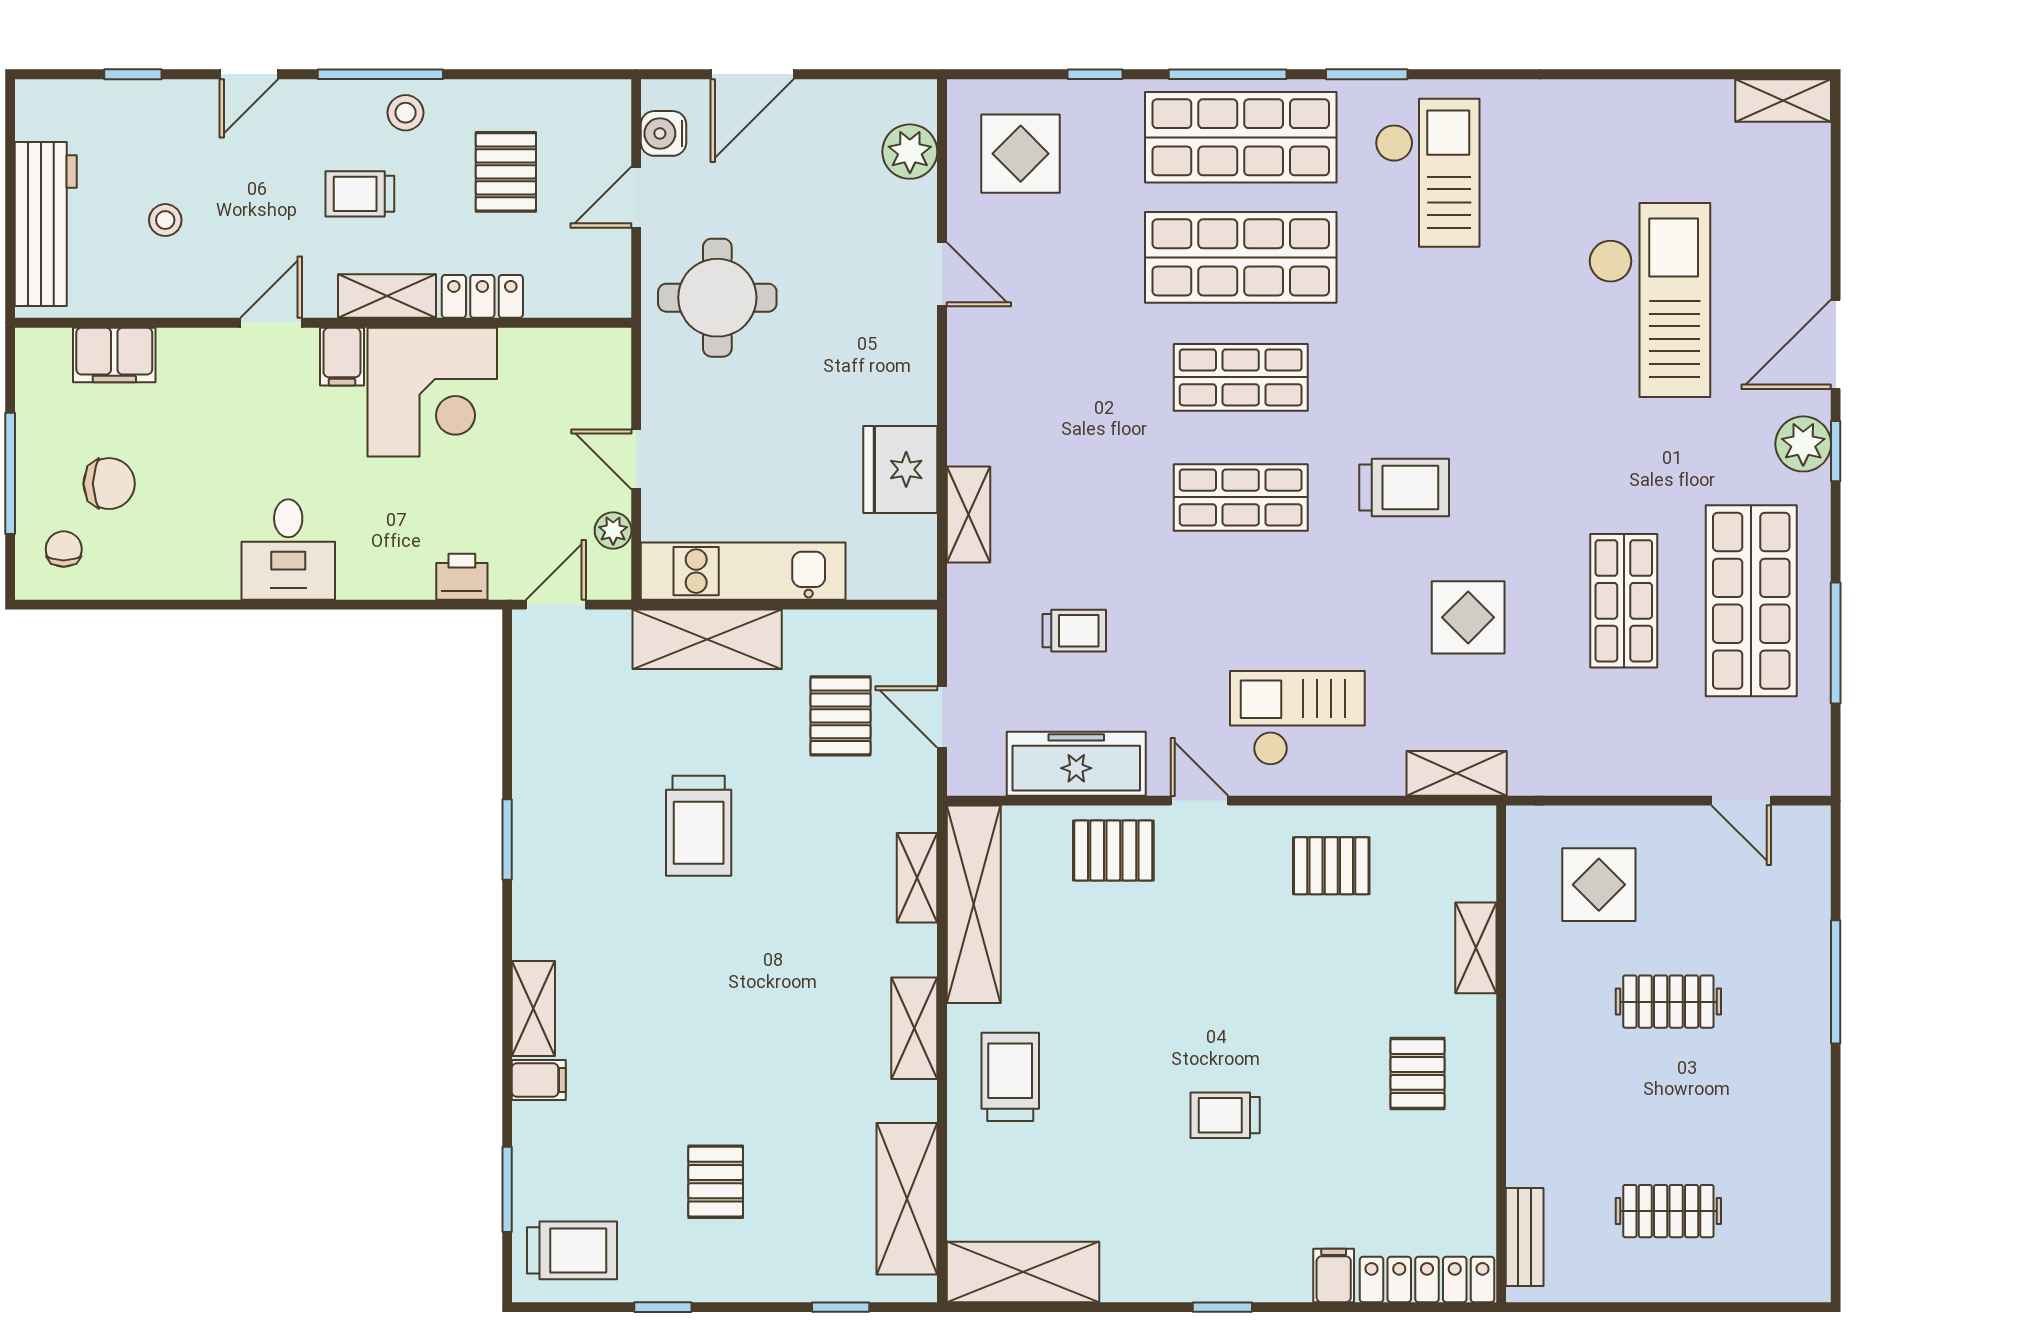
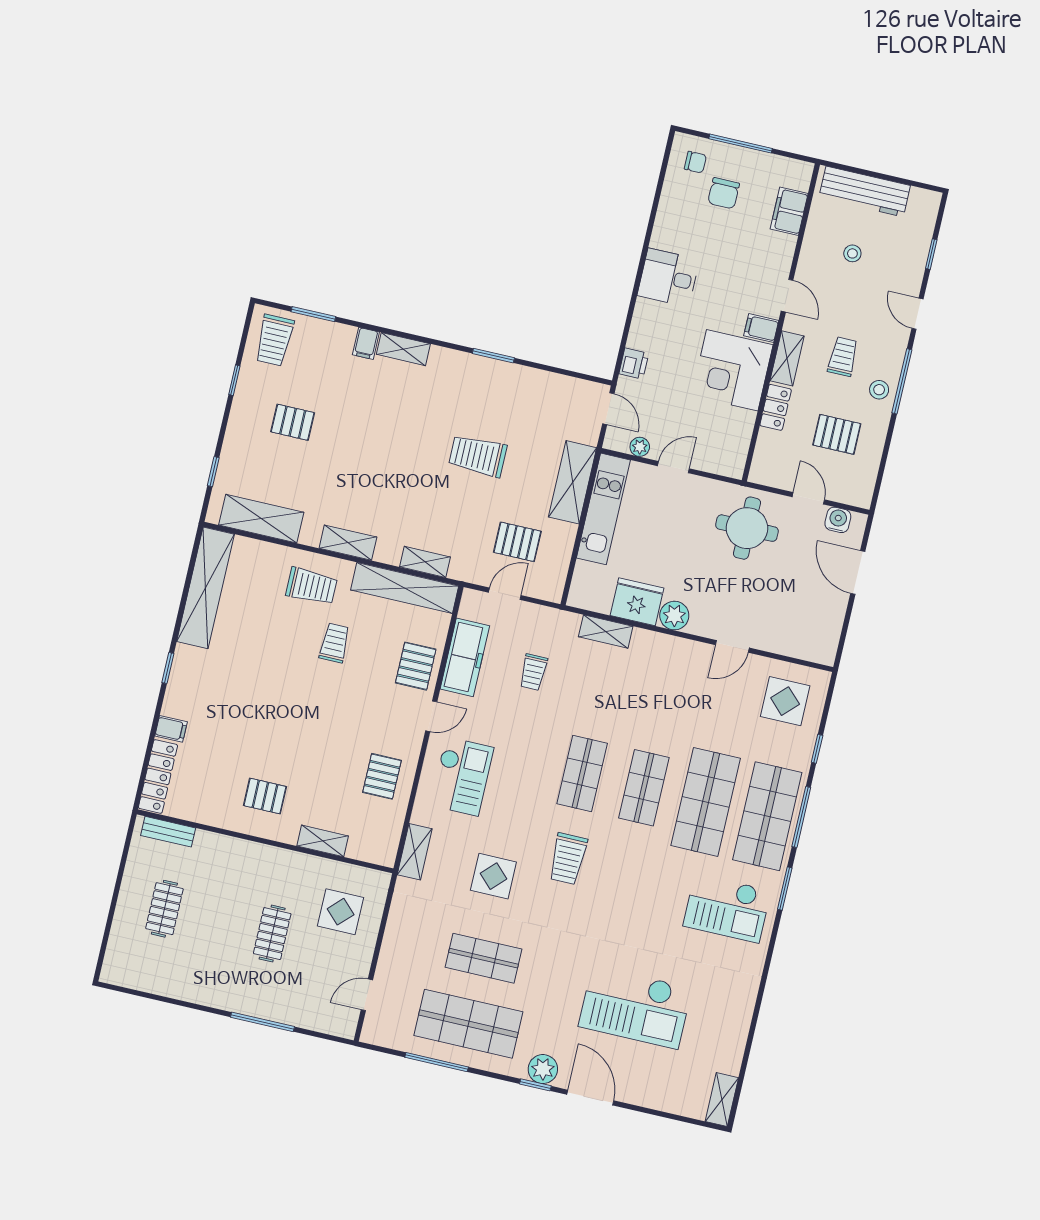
plant: (910, 152) -> (674, 616), moved
trolley: (1225, 1115) -> (335, 643), moved
shelving: (1023, 1272) -> (206, 588), width x1.47

